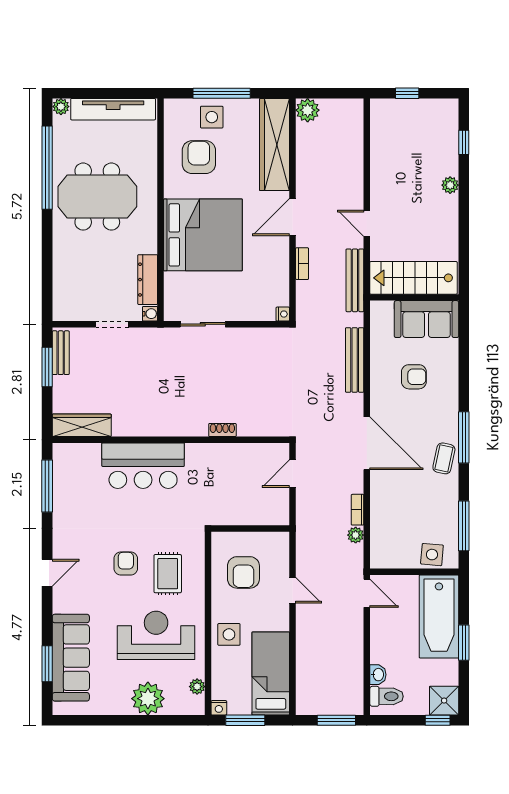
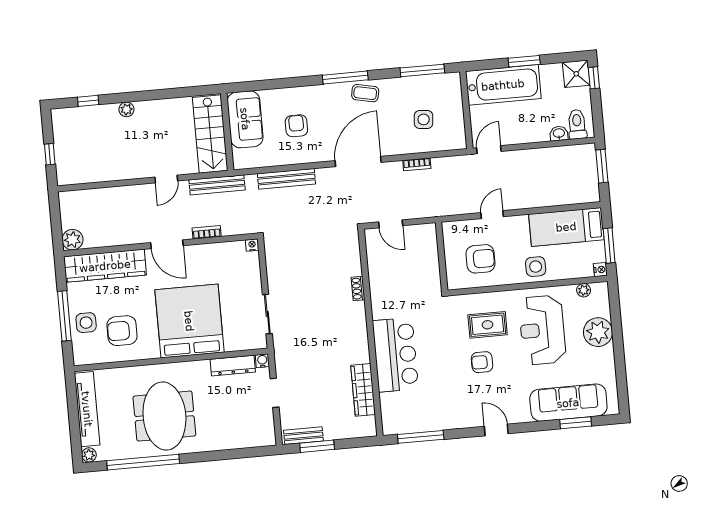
wardrobe: (82, 425) -> (363, 390), moved
plant: (356, 535) -> (439, 164), removed
side table: (432, 555) -> (424, 119), moved

